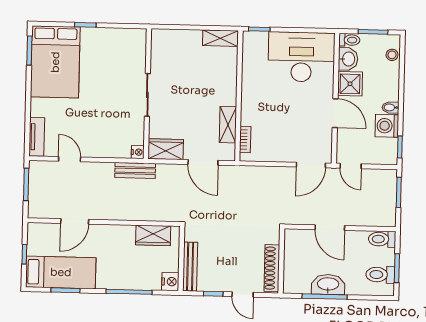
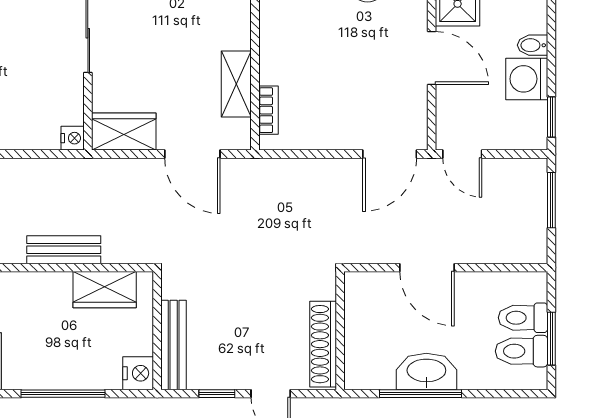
bench: (135, 170) -> (64, 250), moved
toilet: (382, 239) -> (523, 318), moved

